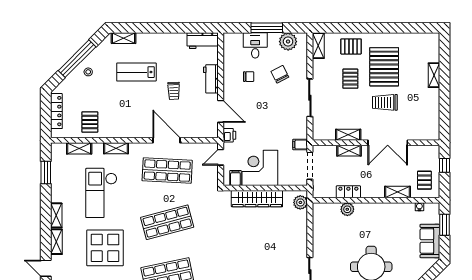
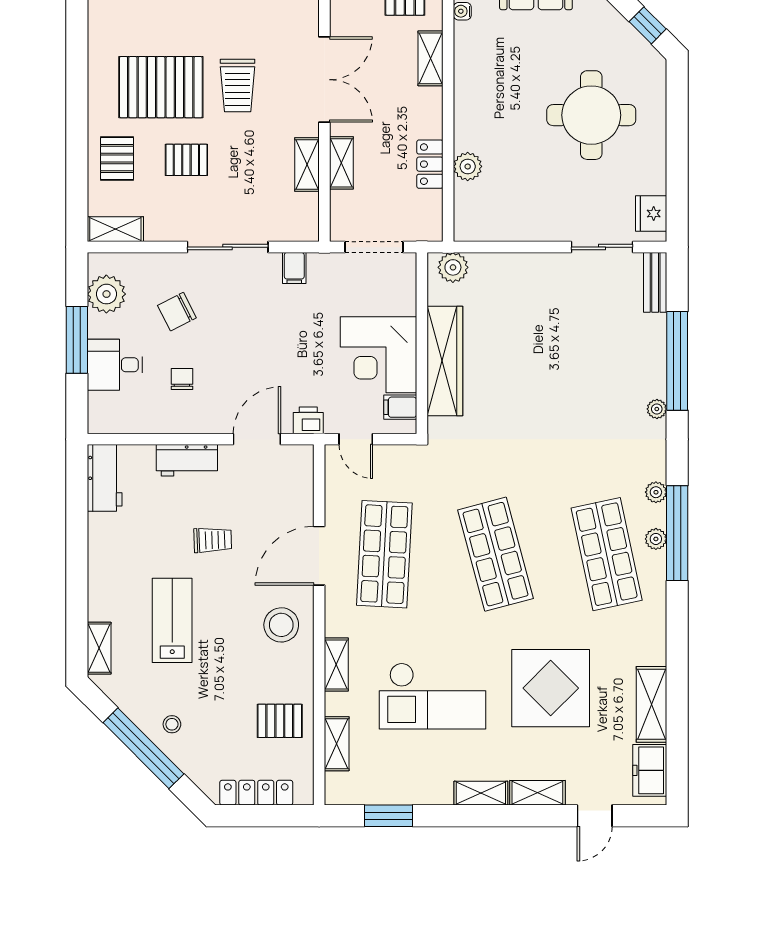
lab bench: (136, 72) -> (172, 620), turned 180
stool: (134, 123) -> (281, 625), added
filing cabinet: (300, 145) -> (294, 268), moved

